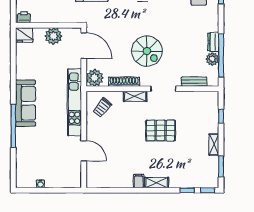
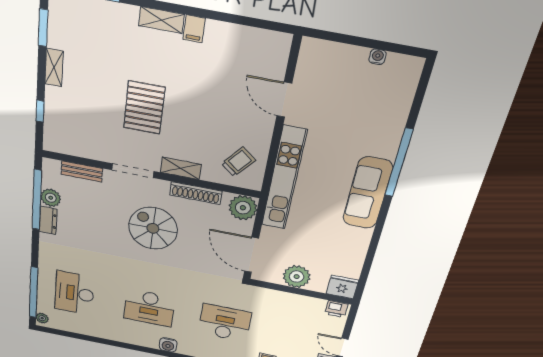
pallet: (161, 130) -> (144, 108), turned 90

